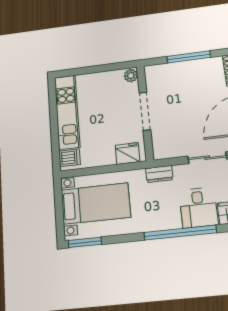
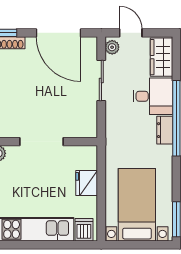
fridge: (128, 153) -> (87, 183), moved
dresser: (159, 174) -> (165, 130), moved, turned 180

